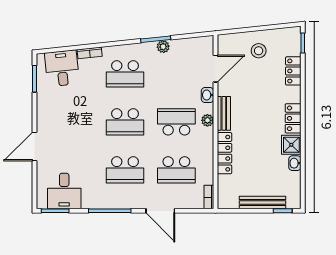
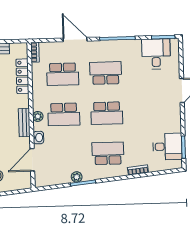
desk: (62, 68) -> (167, 147), moved, turned -84
school desk: (125, 122) -> (107, 113), turned 180
locker: (224, 153) -> (22, 76), moved
school desk: (176, 170) -> (63, 74), turned 180

